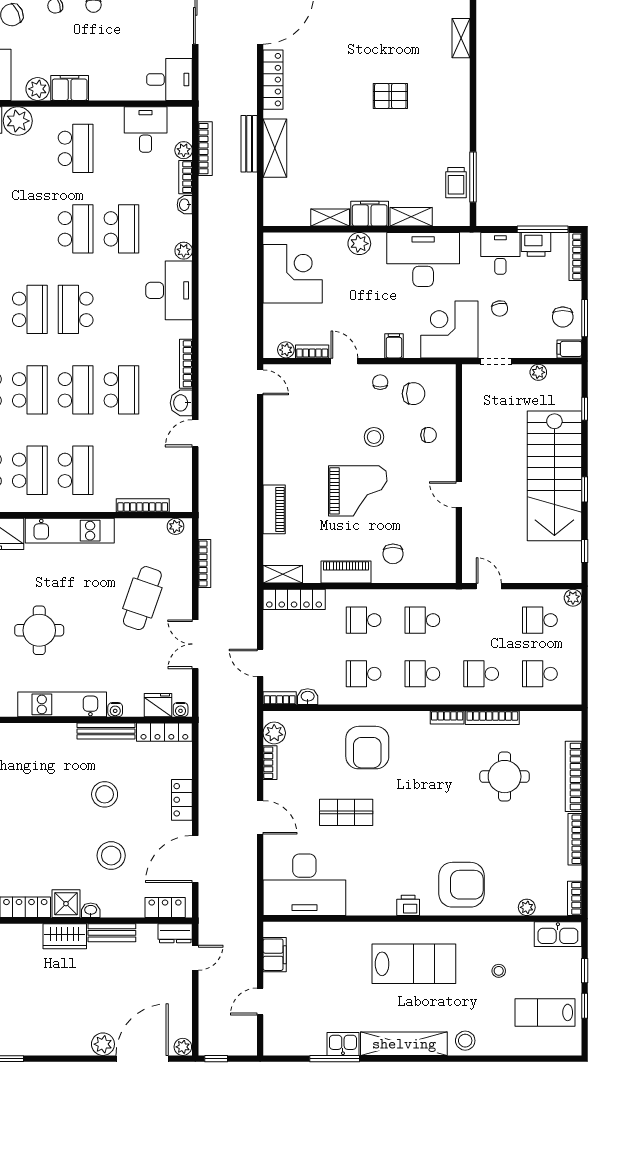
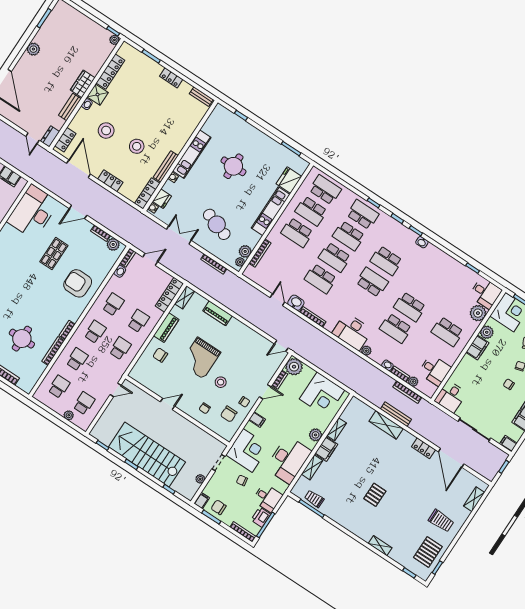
locker: (273, 80) -> (423, 448), width x0.66
plant: (286, 350) -> (294, 367), width x1.88, depth x1.88
plant: (155, 529) -> (245, 251), added
plant: (573, 598) -> (69, 415), moved
plant: (103, 1044) -> (33, 49), moved

